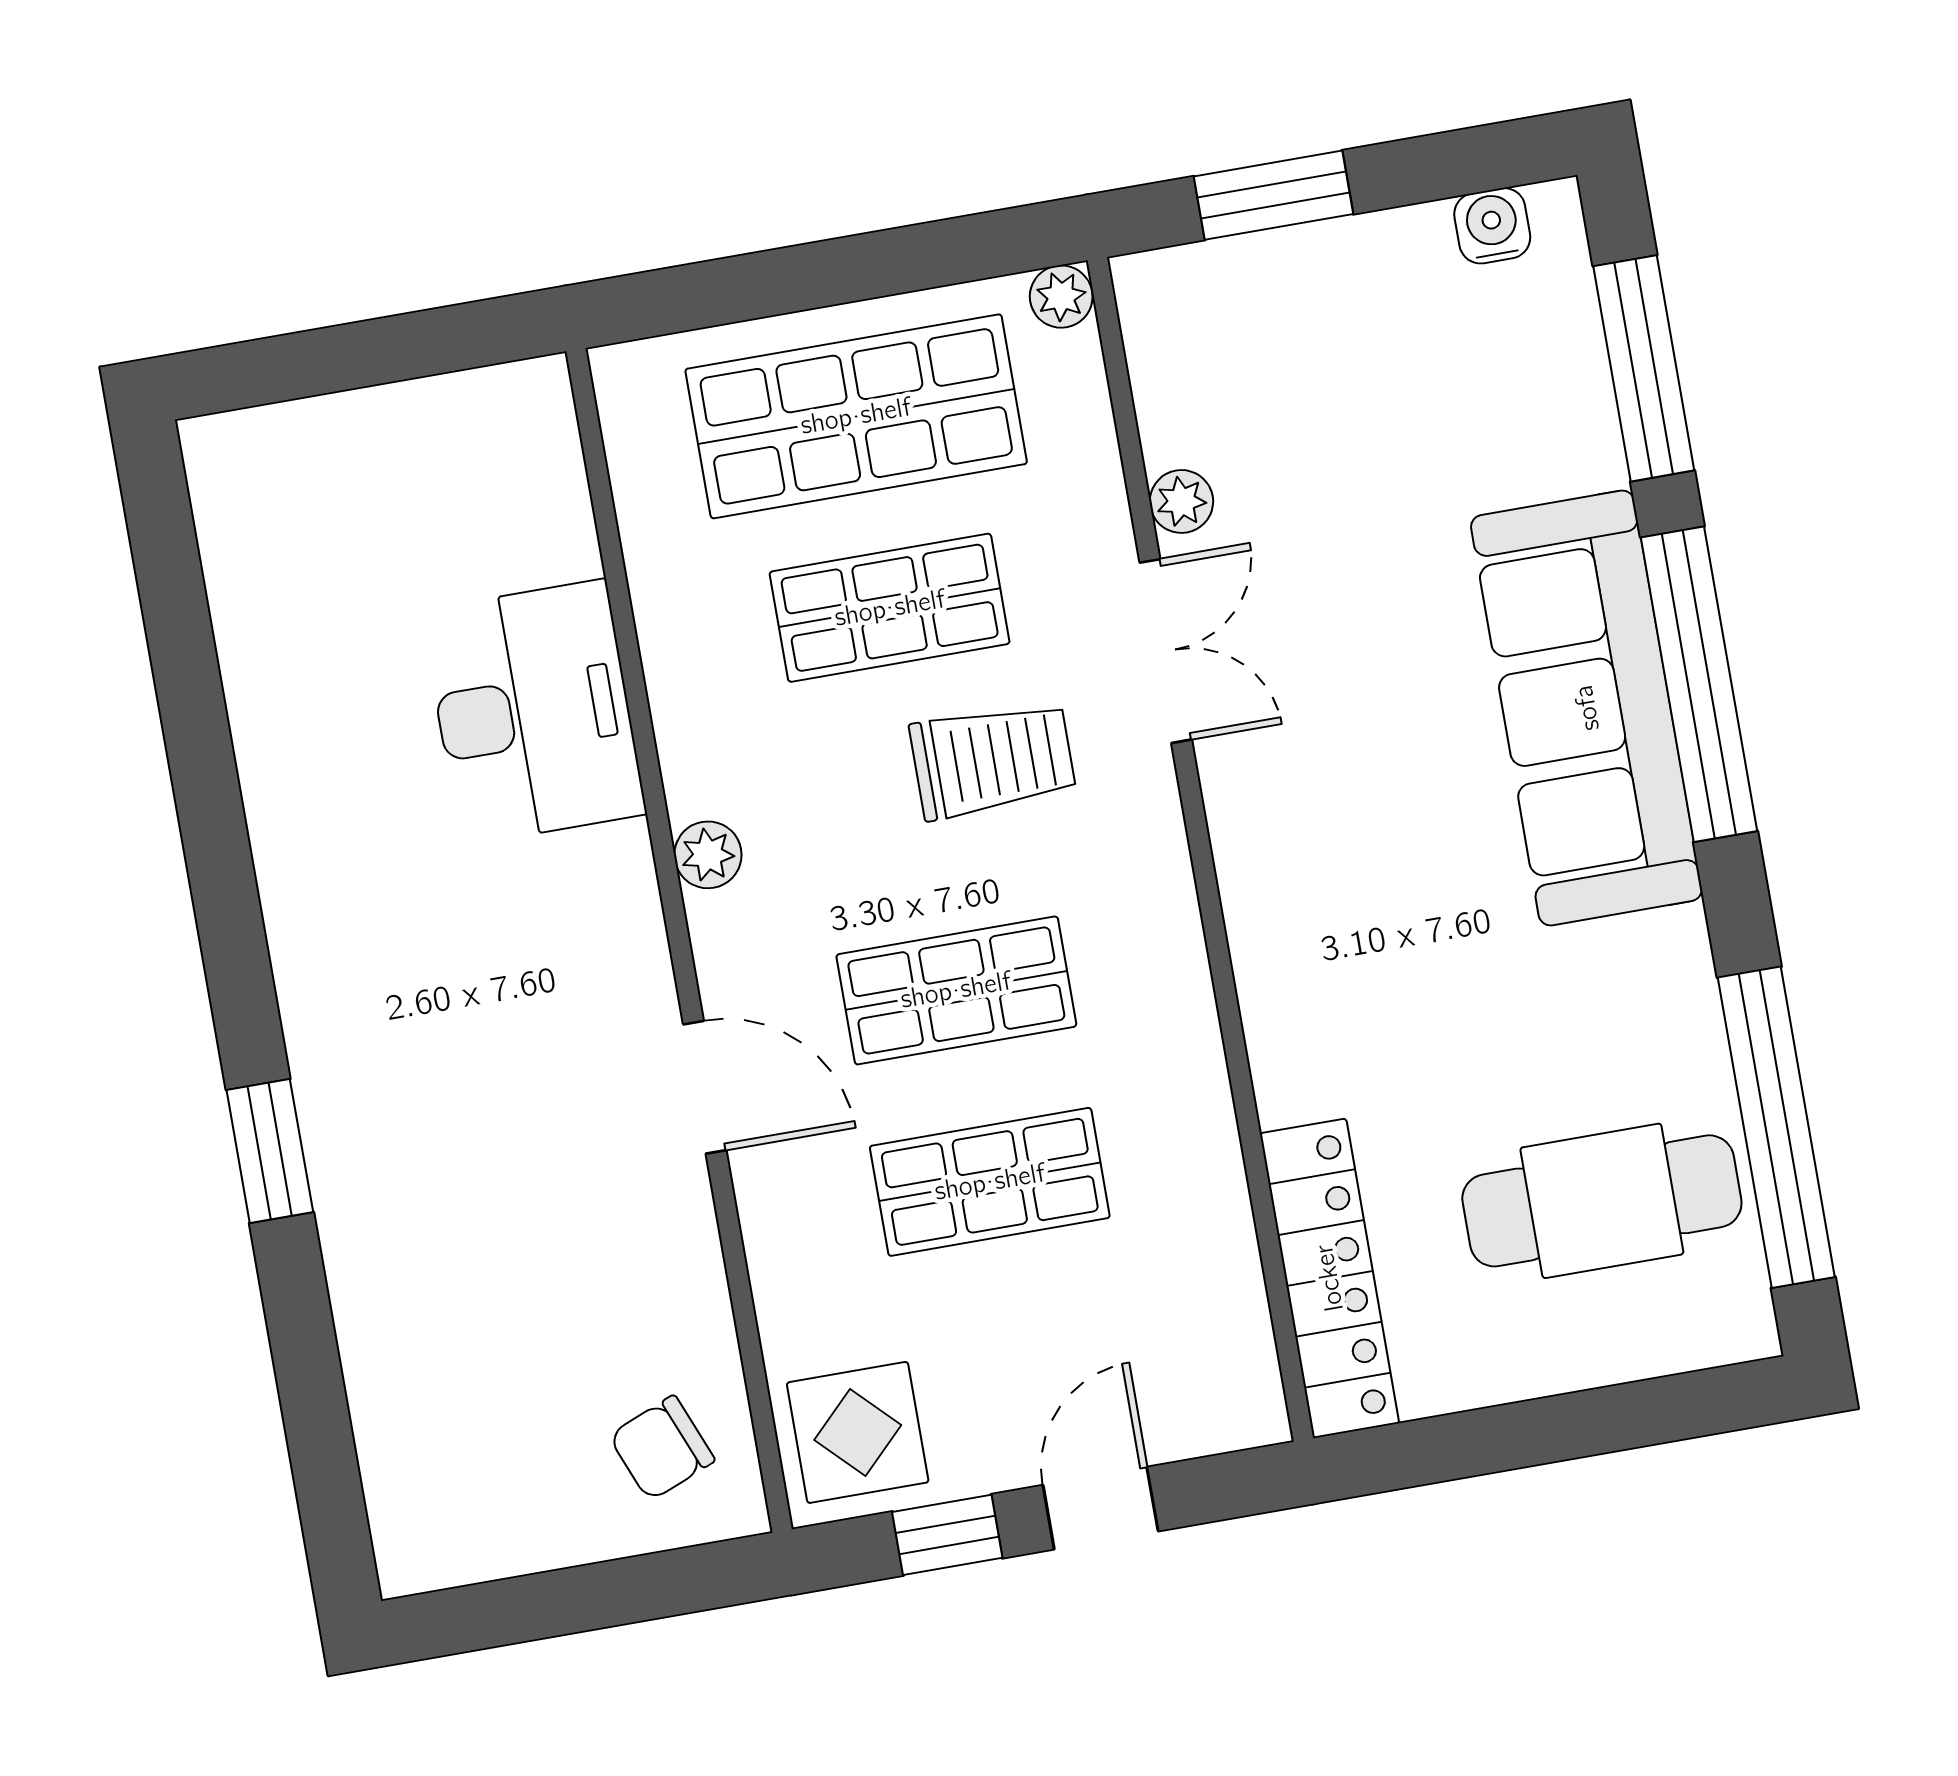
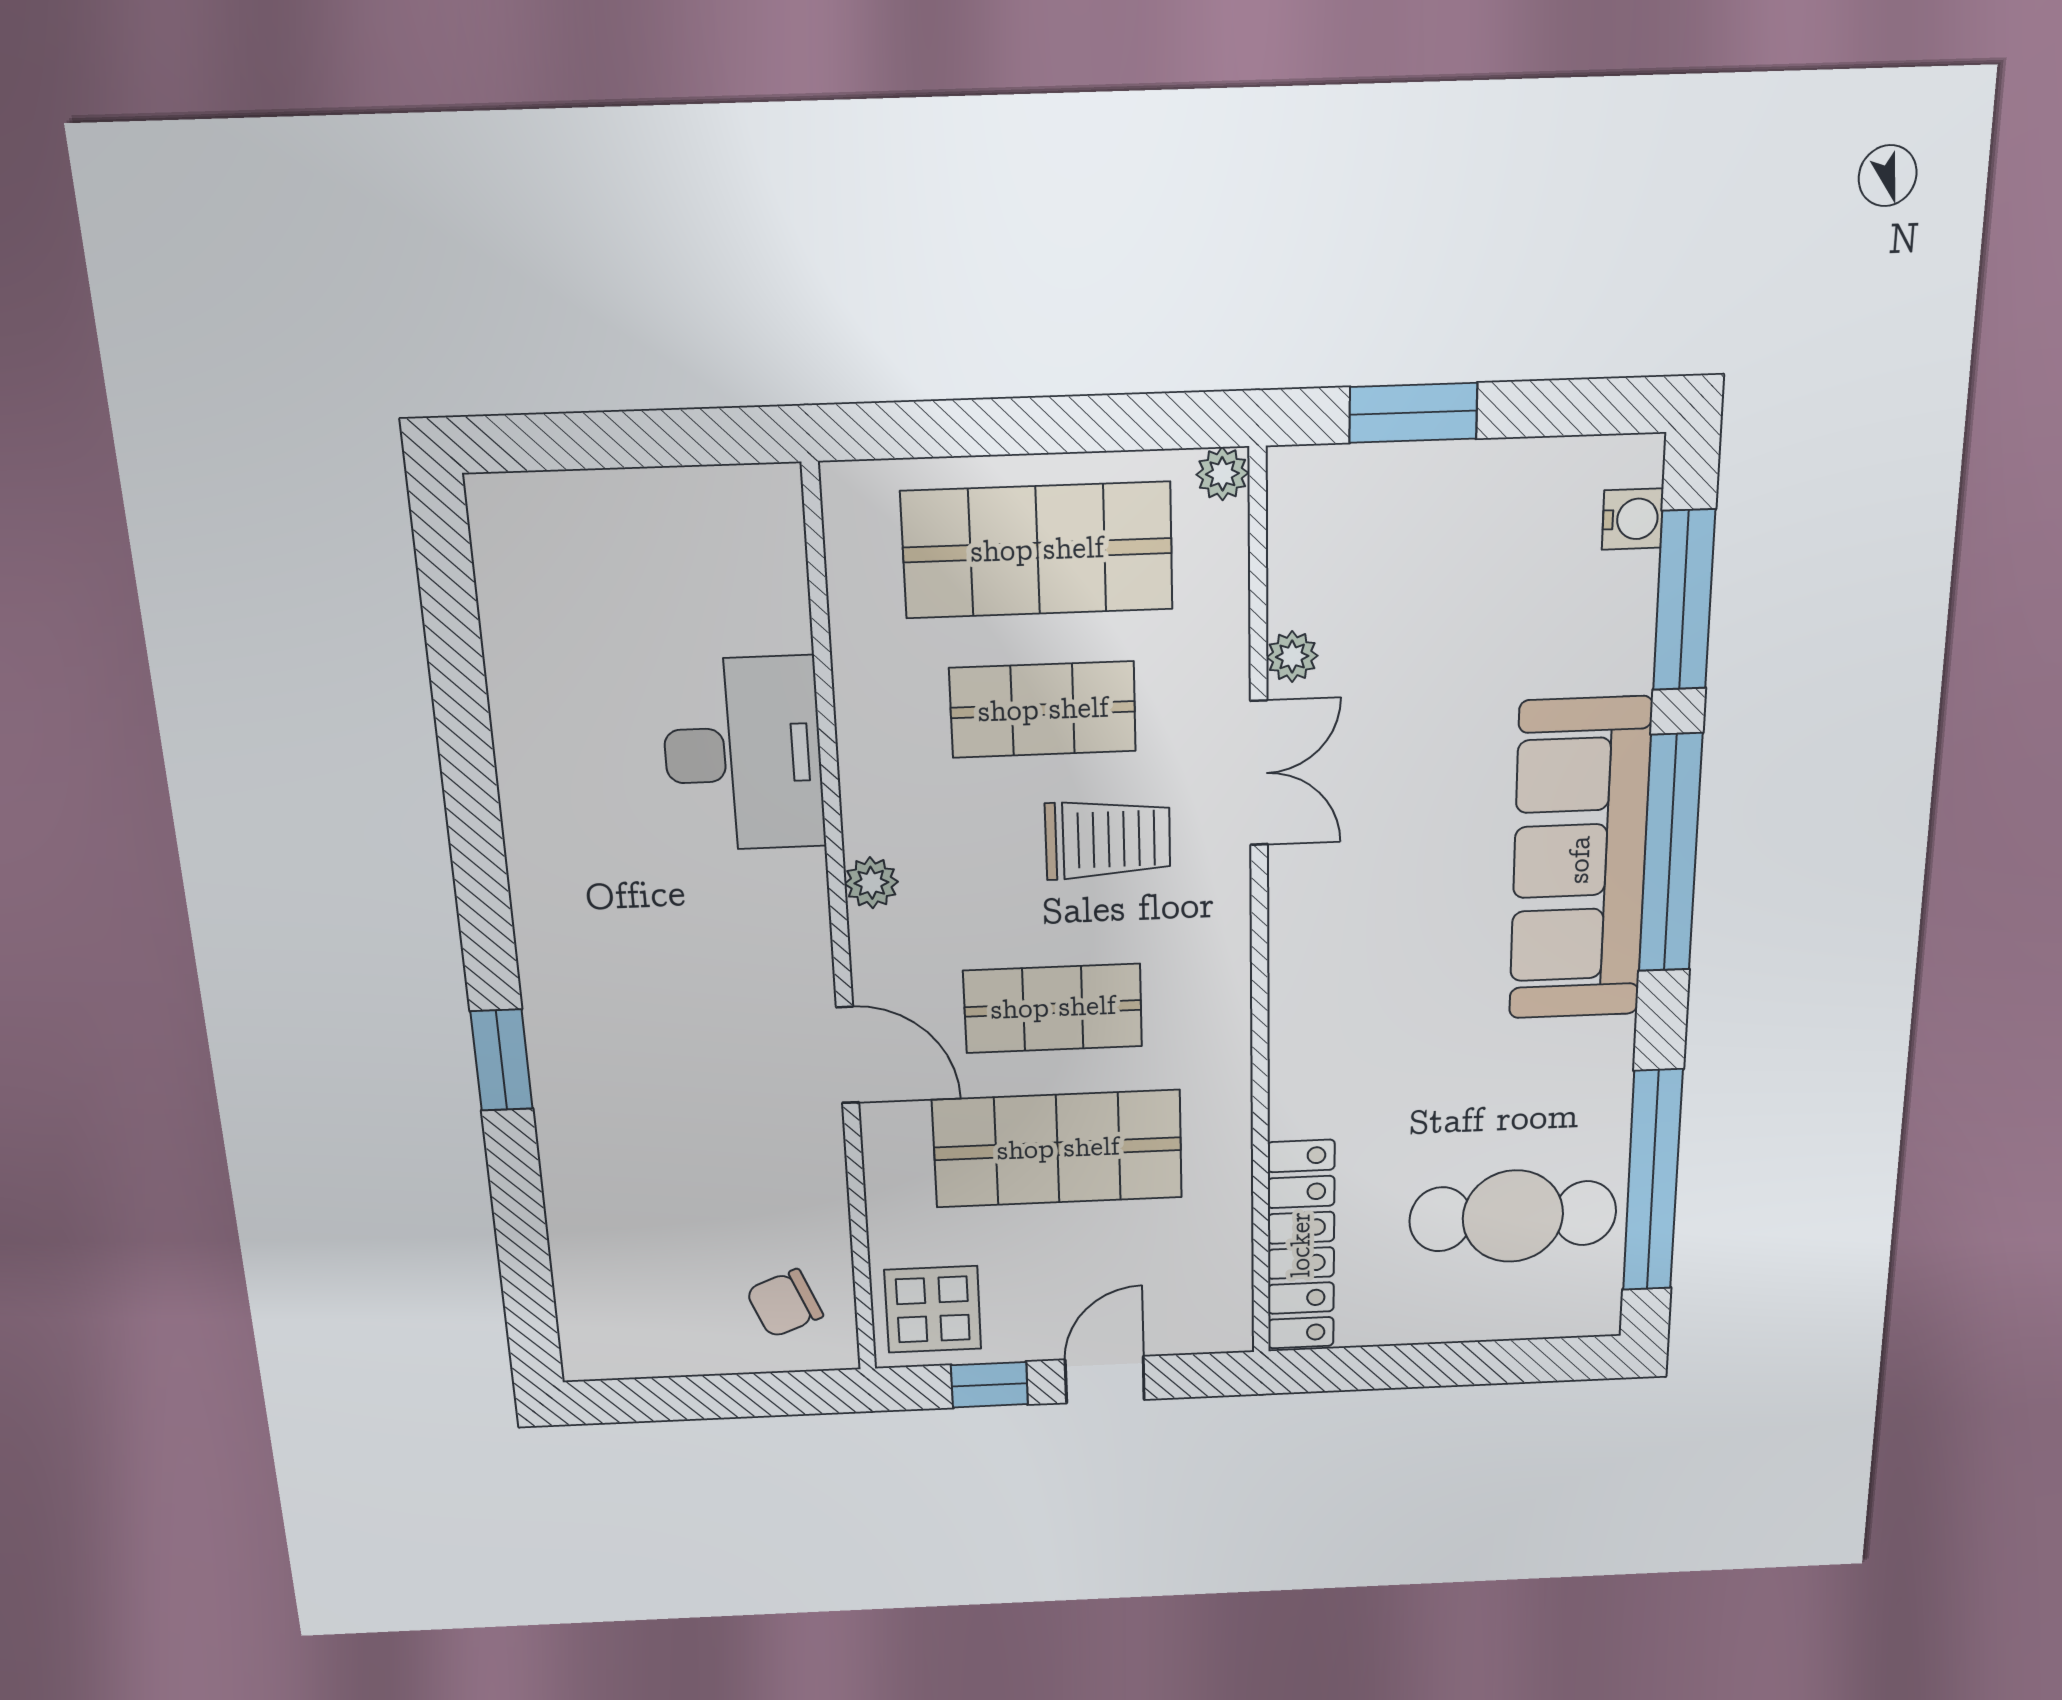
water cooler: (1492, 226) -> (1633, 519), moved, turned 90
shop shelf: (990, 1182) -> (1058, 1149), width x1.43, depth x1.36

